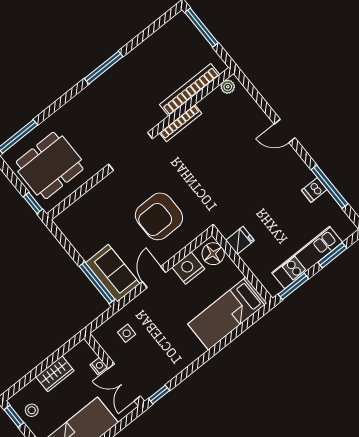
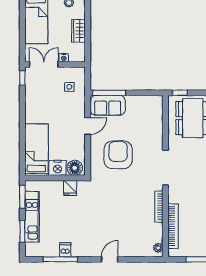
nightstand: (188, 268) -> (58, 168), moved, turned 90
door: (154, 277) -> (88, 126), hinge flipped

